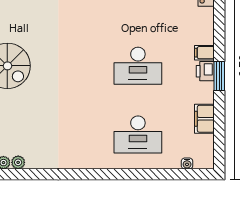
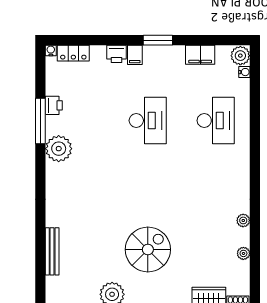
printer: (205, 71) -> (116, 54), moved
plant: (204, 159) -> (240, 56), added
plant: (18, 162) -> (243, 220), moved

